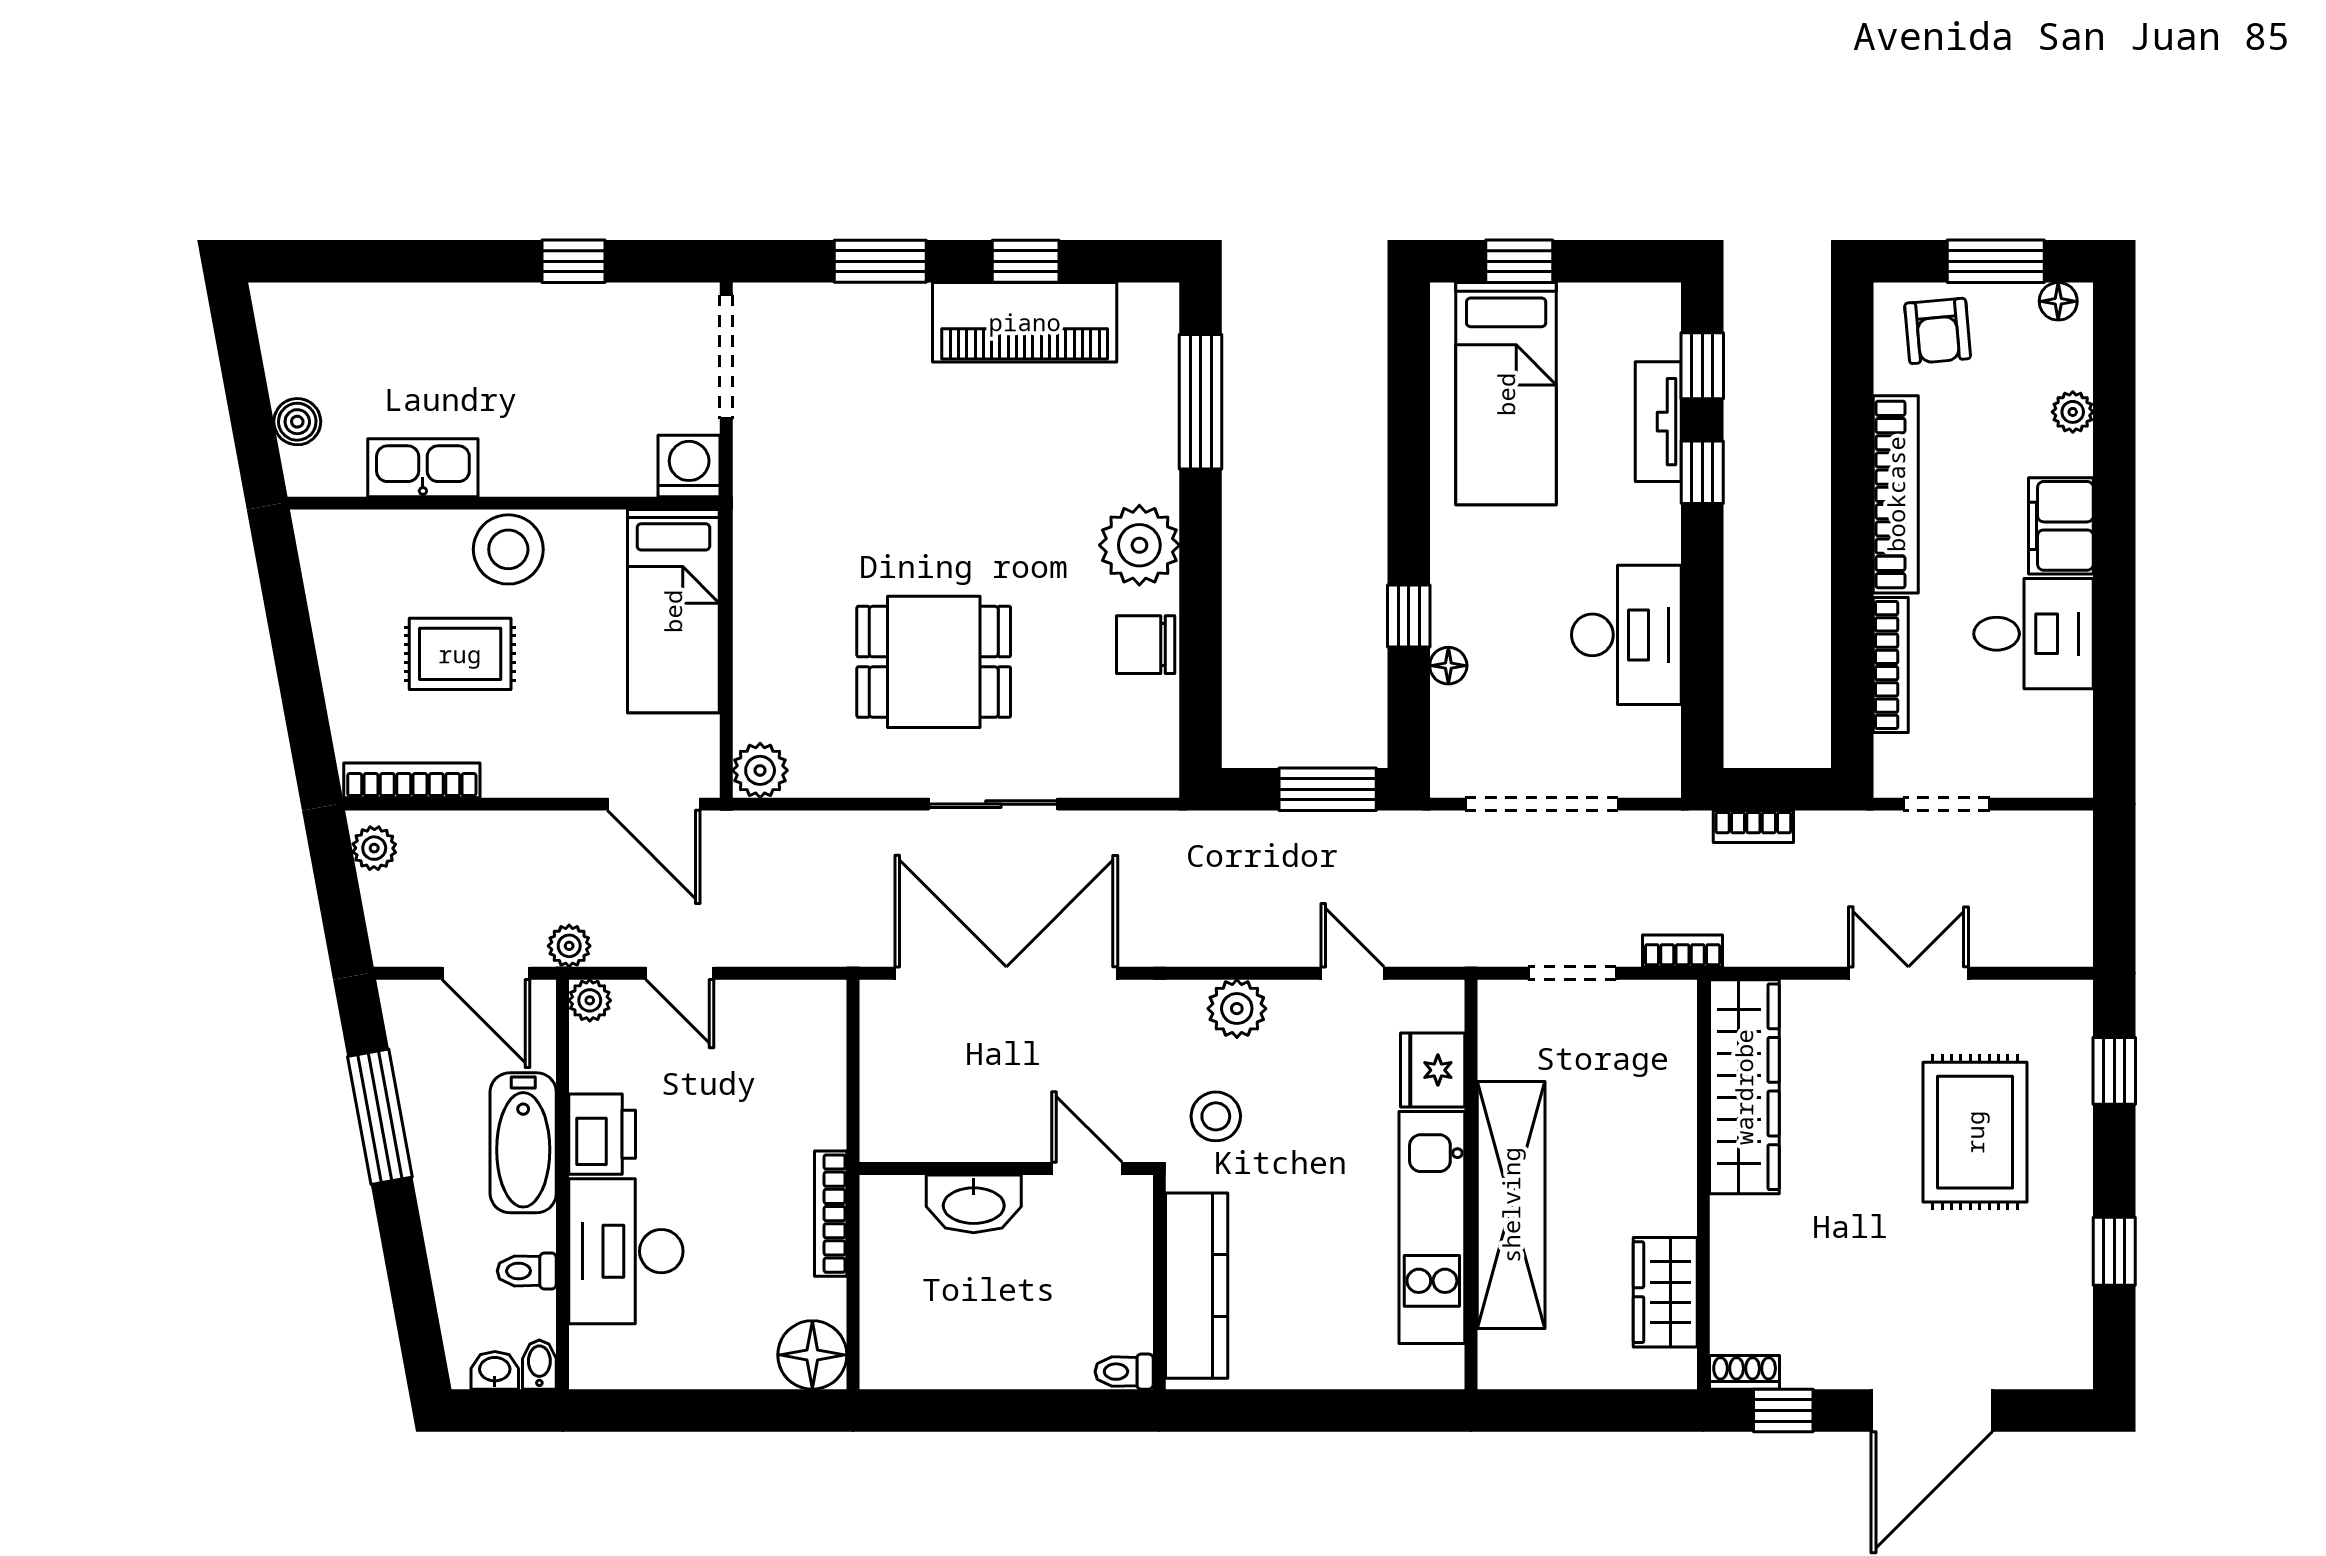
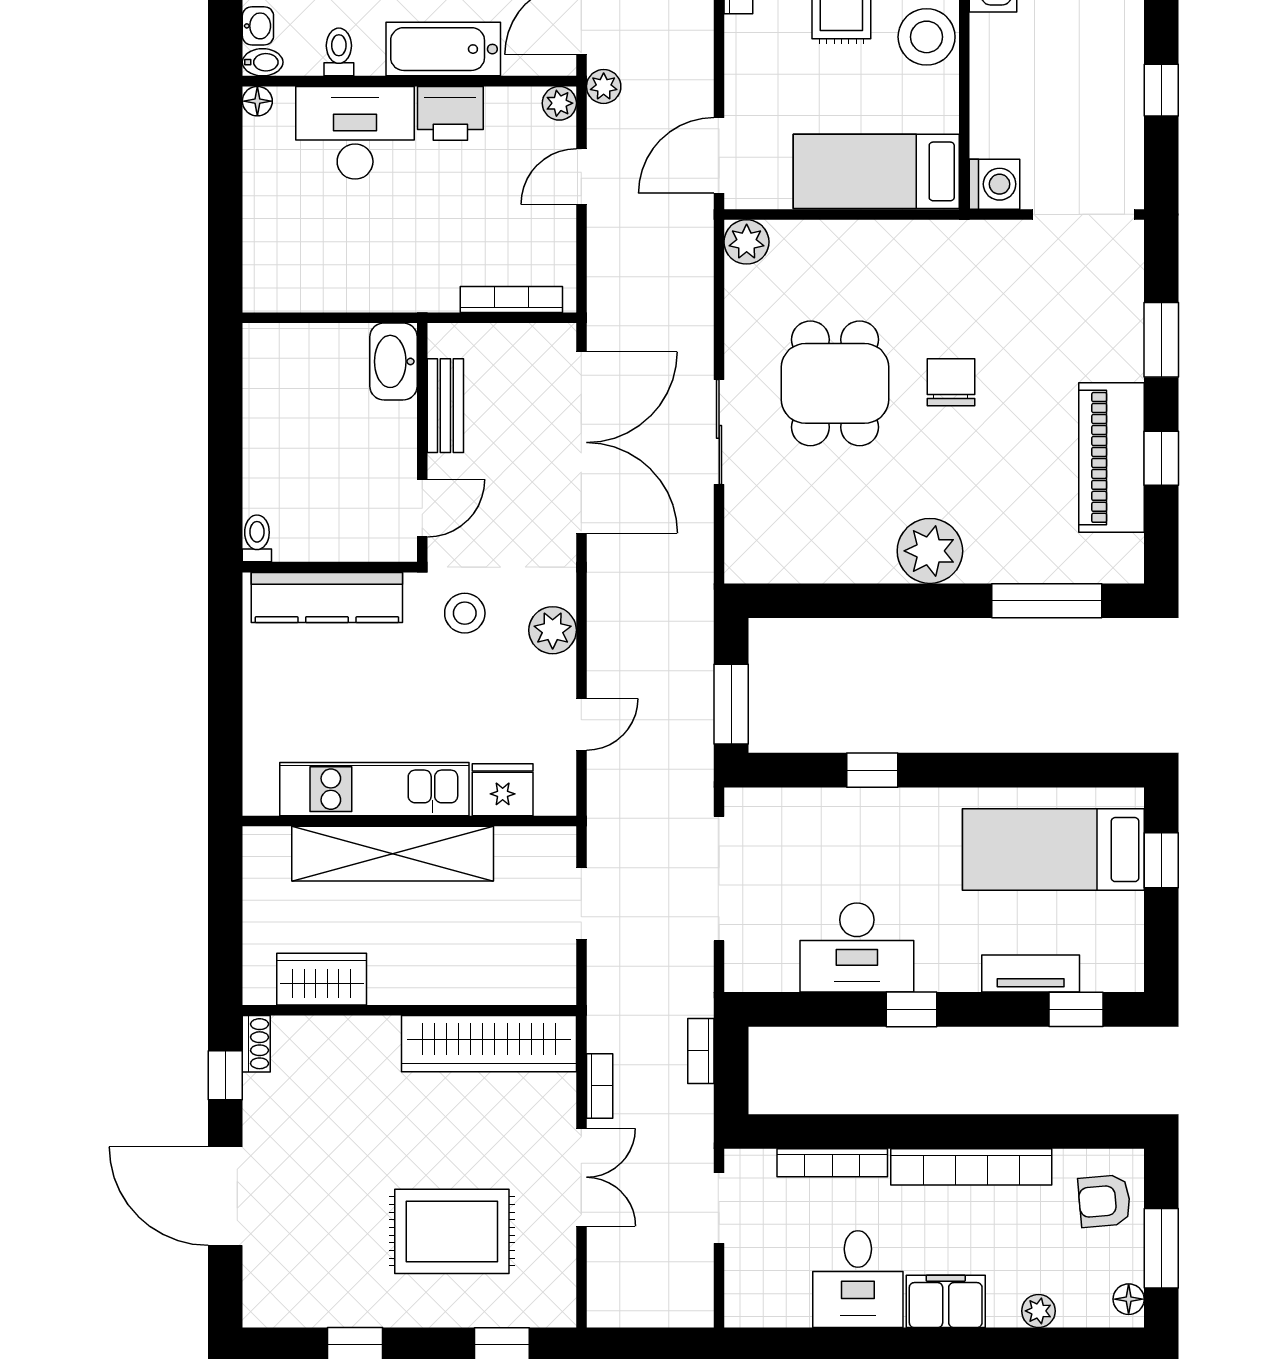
window: (1702, 472) -> (912, 1009), moved
chair: (1146, 645) -> (951, 382), moved
floor lamp: (1448, 666) -> (832, 802), removed
bookcase: (1683, 951) -> (600, 1086), moved
bench: (961, 1140) -> (445, 406), added
washbasin: (974, 1204) -> (394, 361), moved
bookcase: (831, 1214) -> (511, 299), moved
floor lamp: (812, 1355) -> (257, 101), moved, width x0.53, depth x0.53

